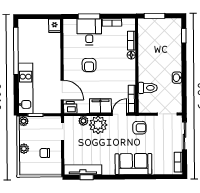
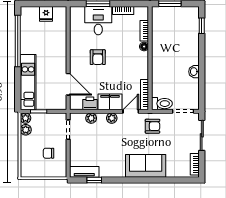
fridge: (55, 26) -> (46, 14), moved
toilet: (148, 88) -> (162, 104), moved
printer: (70, 107) -> (90, 103), moved
plant: (98, 125) -> (112, 118), width x0.53, depth x0.53
plant: (24, 149) -> (26, 130), moved
tv unit: (83, 170) -> (84, 172), width x0.71

